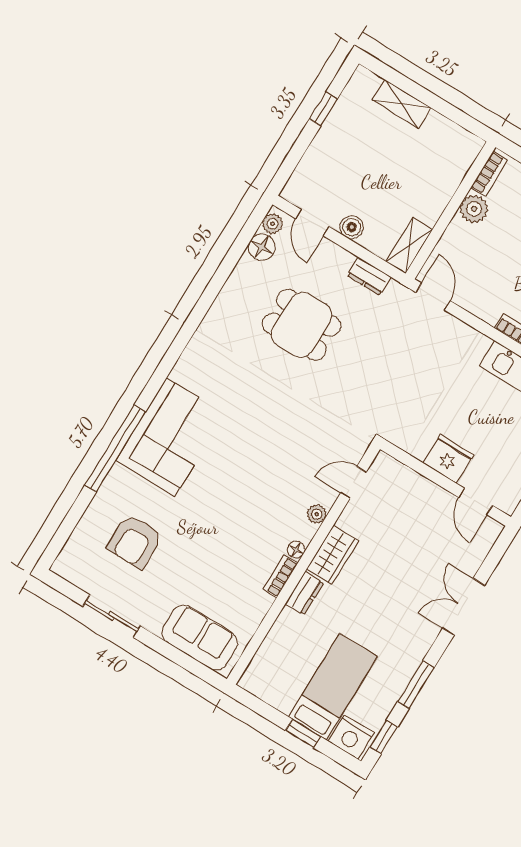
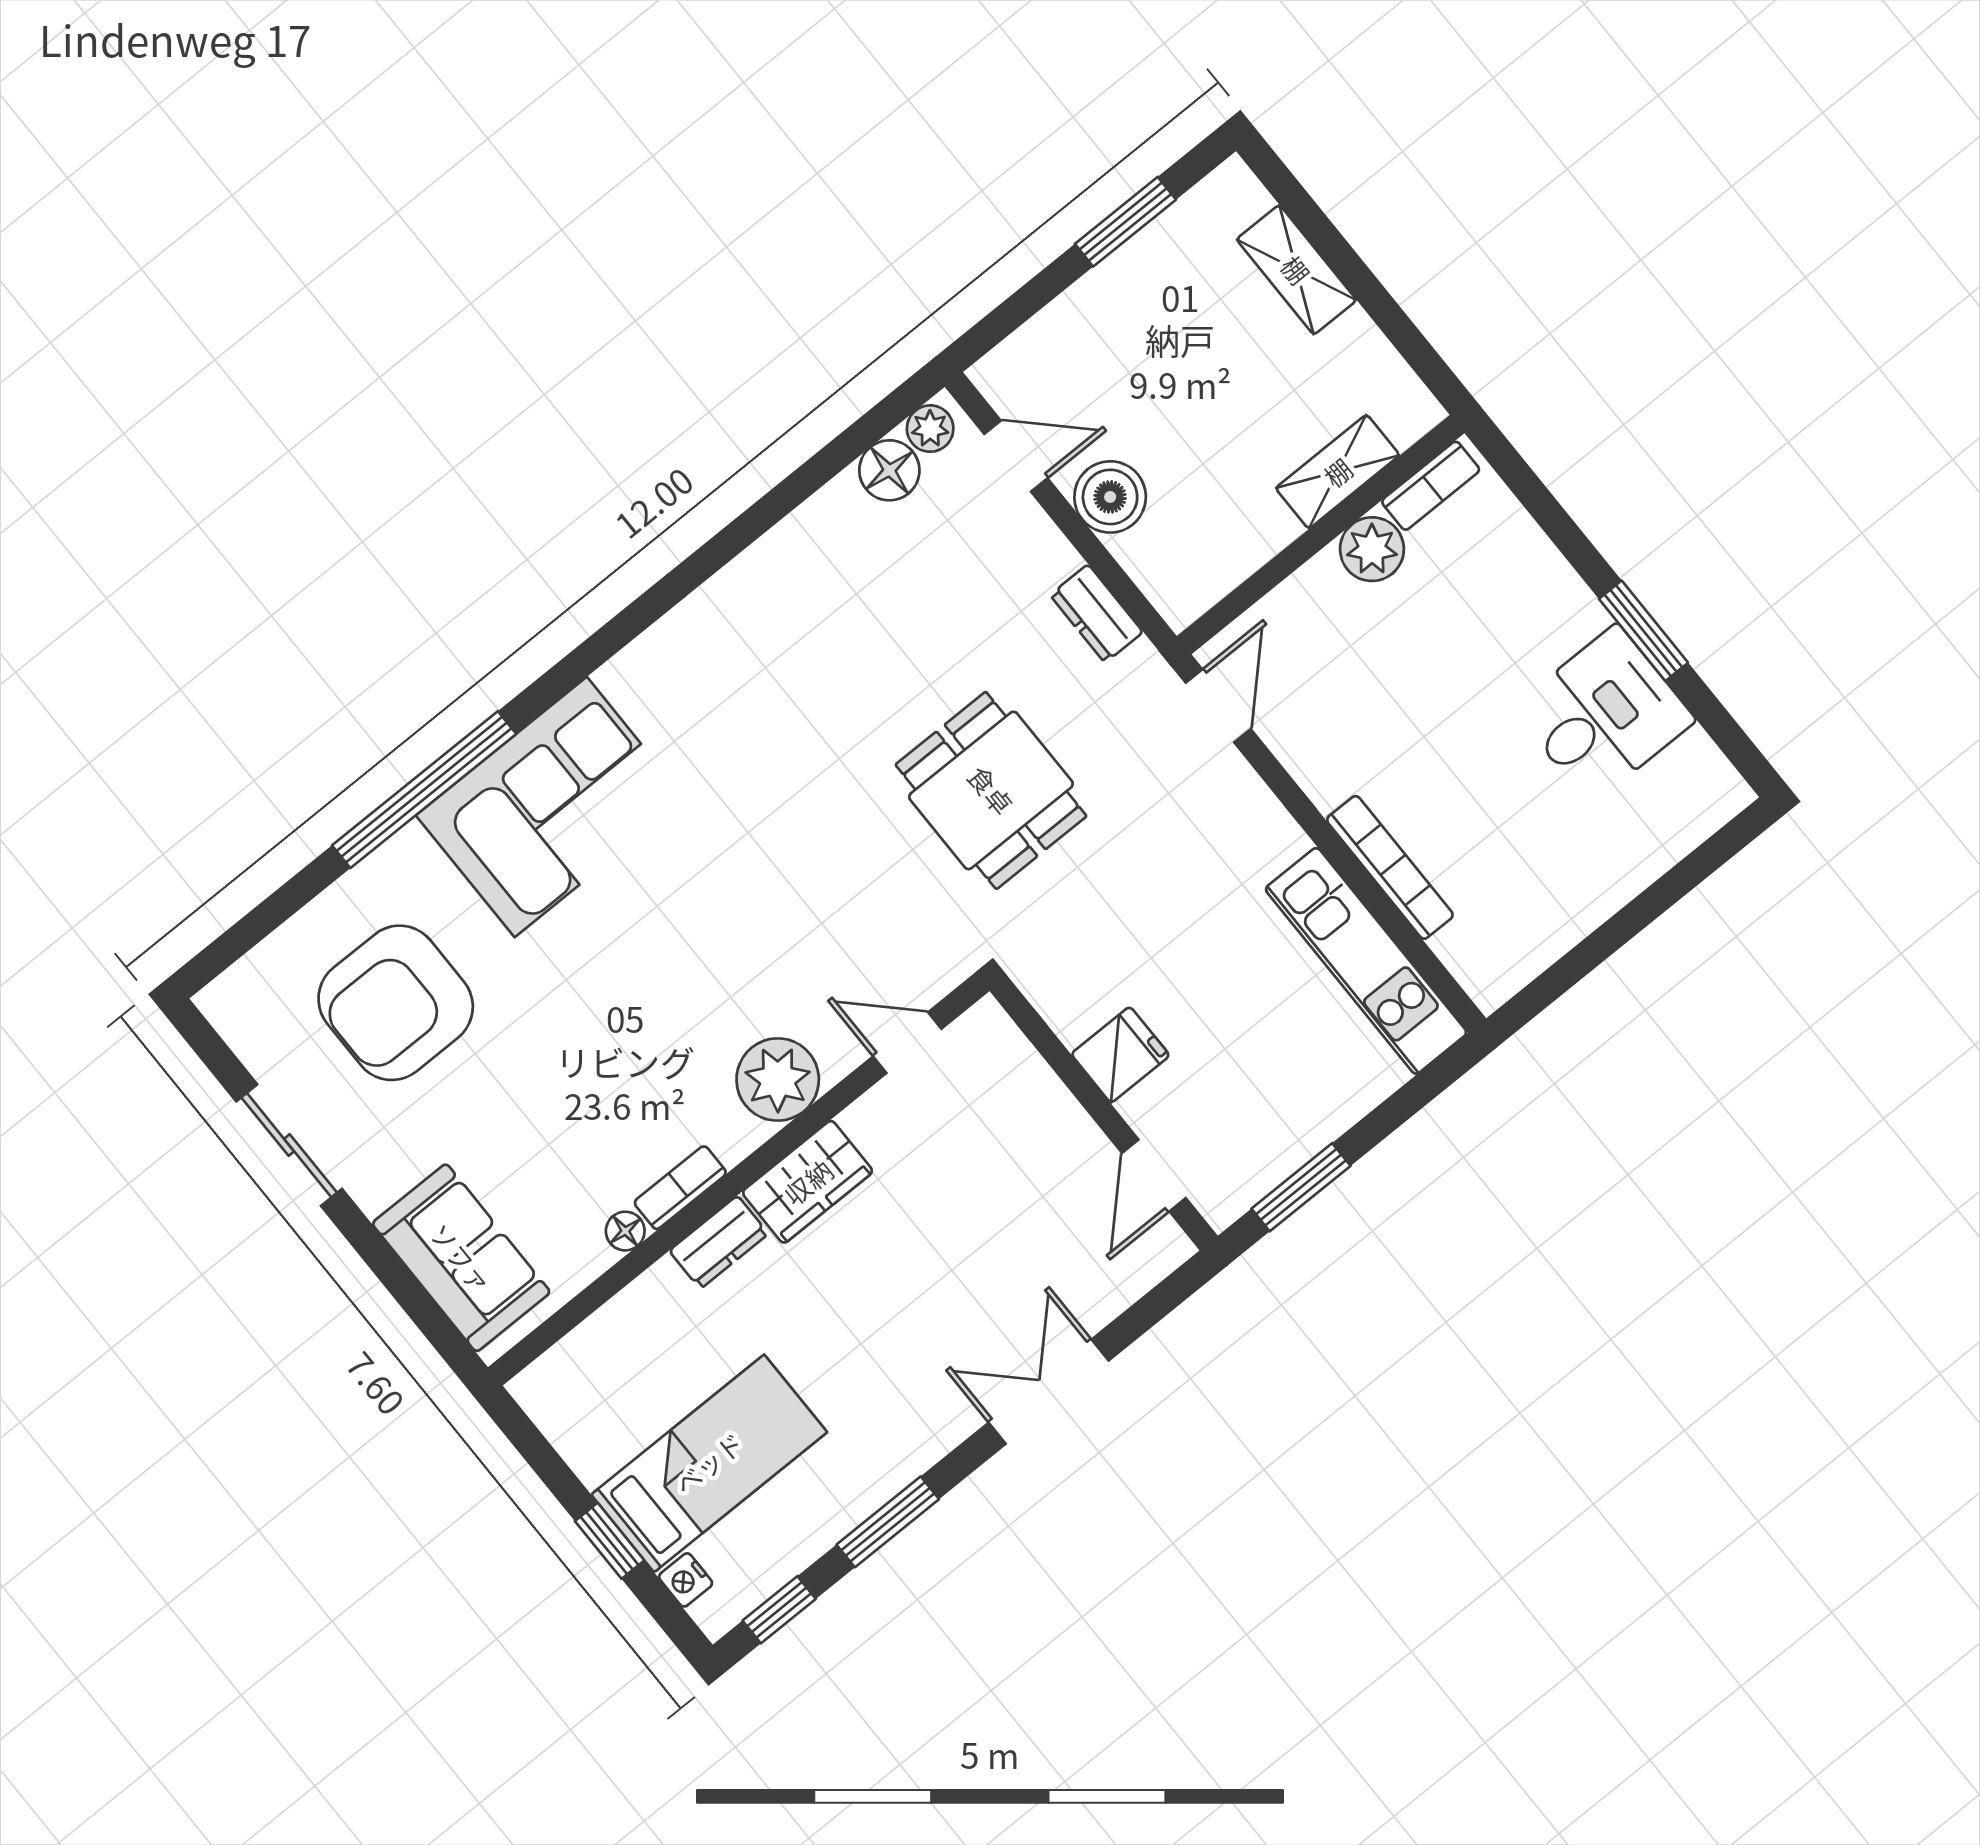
window: (323, 109) -> (1125, 222), width x1.50
door: (312, 223) -> (1016, 456), swing flipped
boiler: (352, 227) -> (1110, 497), width x1.36, depth x1.36
shelving: (409, 245) -> (1338, 472), moved
dining table: (302, 325) -> (991, 790), moved
fridge: (448, 459) -> (1120, 1055), width x0.72
plant: (317, 514) -> (778, 1080), width x1.88, depth x1.88
armchair: (135, 541) -> (396, 1003), width x1.36, depth x1.36
floor lamp: (296, 550) -> (625, 1231), moved
nightstand: (351, 737) -> (686, 1580), width x0.53, depth x0.56

